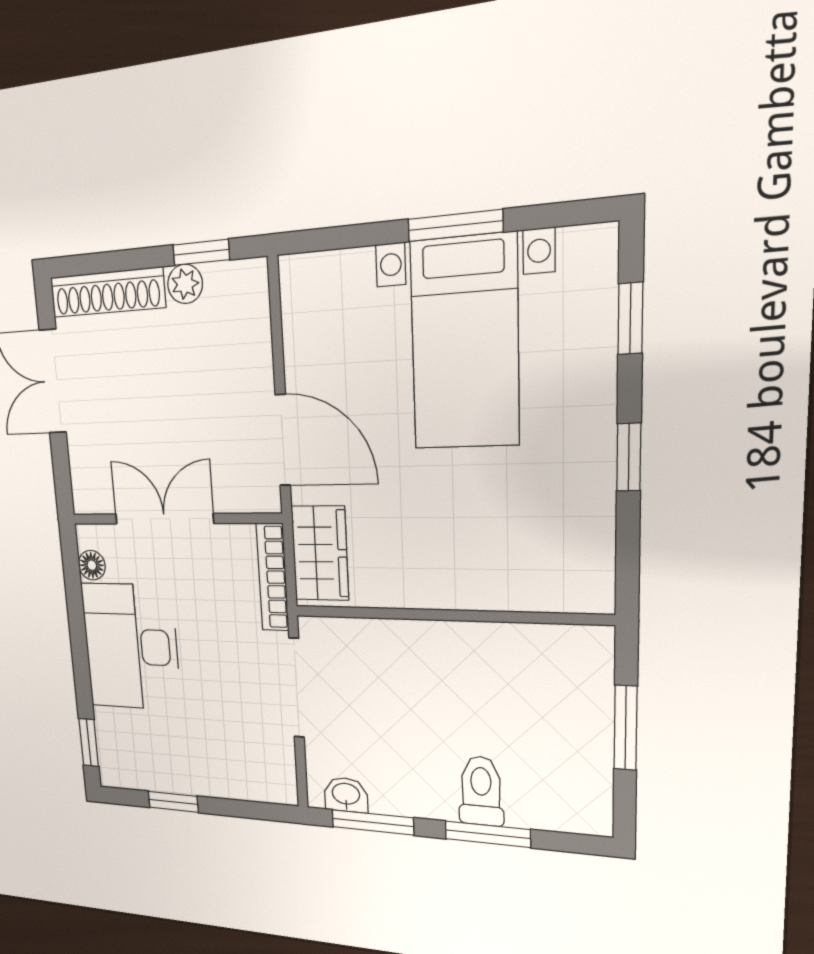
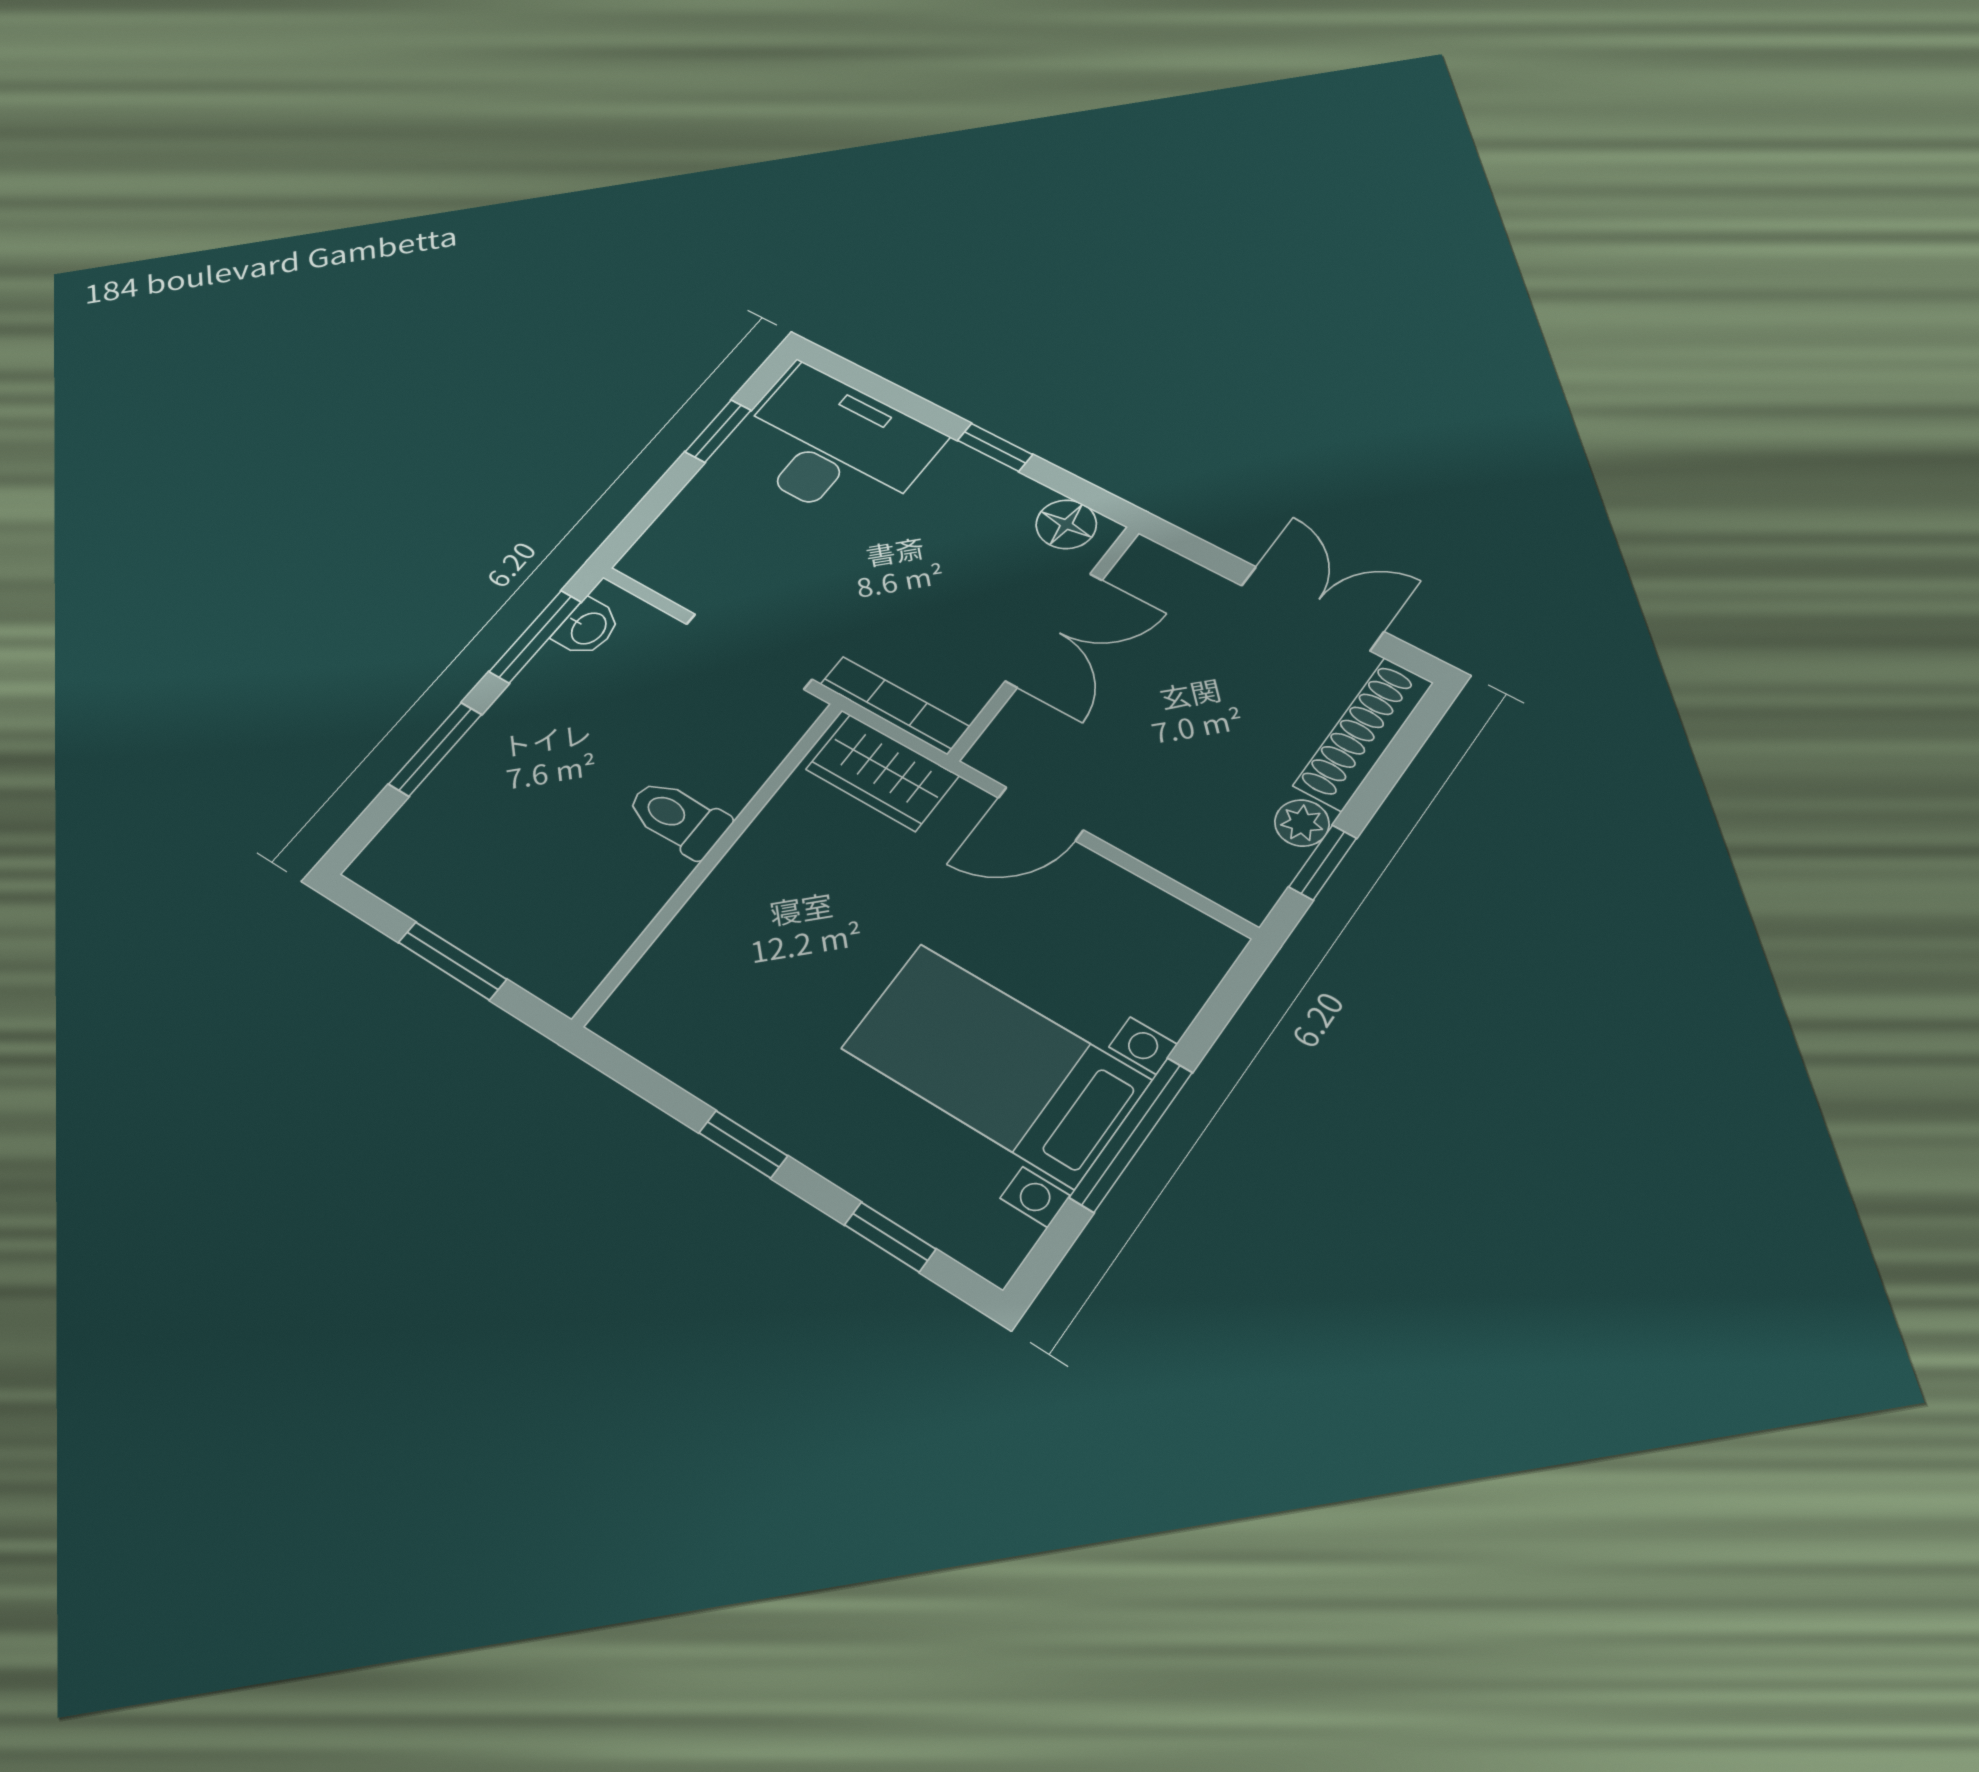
window: (455, 226) -> (1131, 1134), width x1.44
door: (283, 440) -> (1041, 814), width x0.73
floor lamp: (92, 565) -> (1066, 524), width x1.37, depth x1.37
desk: (131, 647) -> (834, 447), moved
window: (89, 743) -> (995, 447), moved
toilet: (481, 791) -> (678, 818), moved, turned 180

